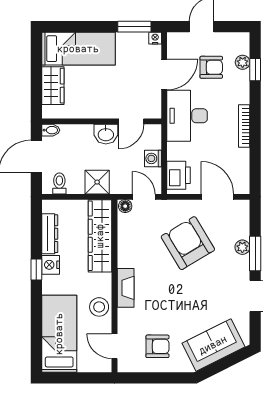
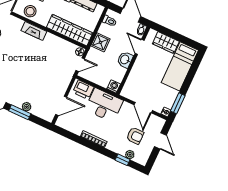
armchair: (211, 67) -> (135, 136), turned -90
desk: (187, 116) -> (104, 105), moved
door: (131, 121) -> (140, 47), moved
washing machine: (153, 158) -> (114, 86), moved
armchair: (188, 243) -> (43, 77), removed

